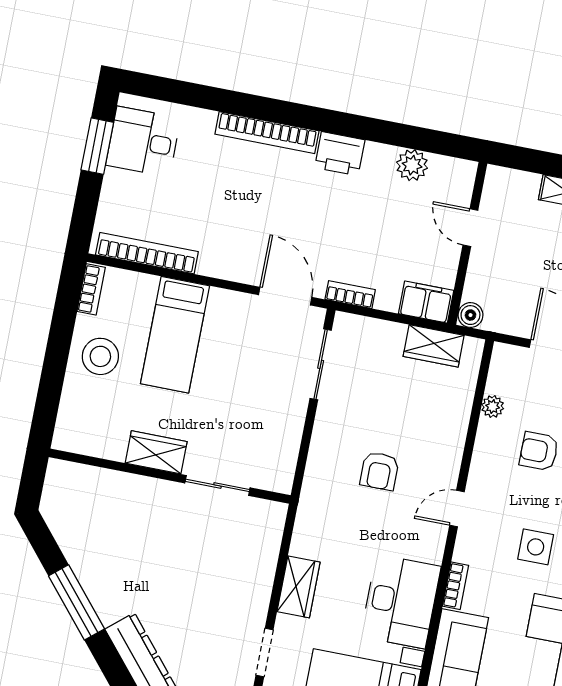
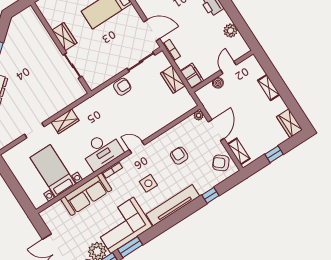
door: (285, 296) -> (152, 30), hinge flipped
boiler: (470, 315) -> (218, 83), moved
wardrobe: (434, 346) -> (173, 79), moved
plant: (493, 407) -> (199, 115), moved
armchair: (379, 471) -> (122, 87), moved, turned 180
desk: (401, 601) -> (102, 151), moved

